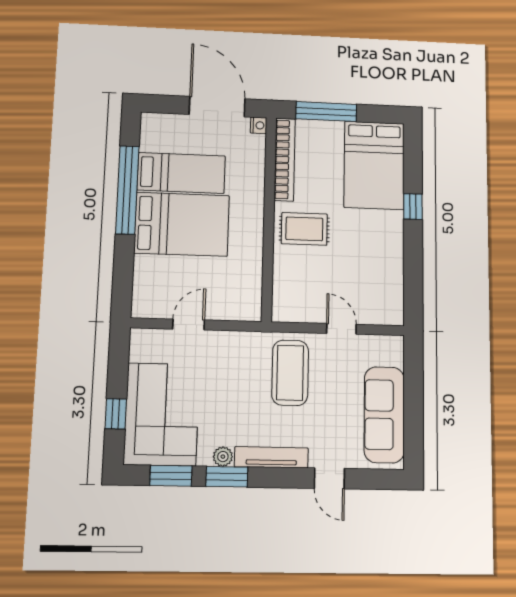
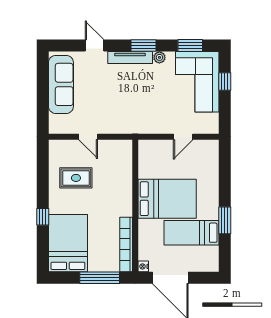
window: (127, 190) -> (225, 220), width x0.47
bed: (182, 224) -> (167, 199), moved, turned 180
rug: (304, 229) -> (76, 178), moved
coffee table: (290, 373) -> (120, 109), removed
window: (227, 477) -> (143, 46), moved

